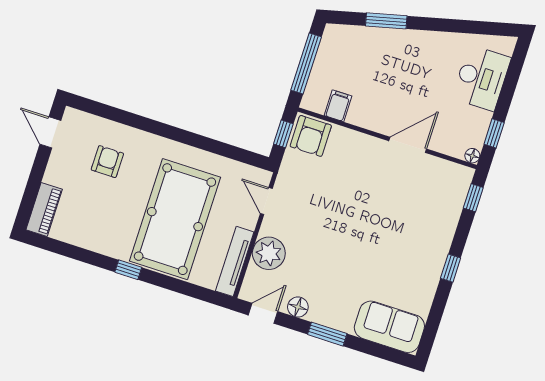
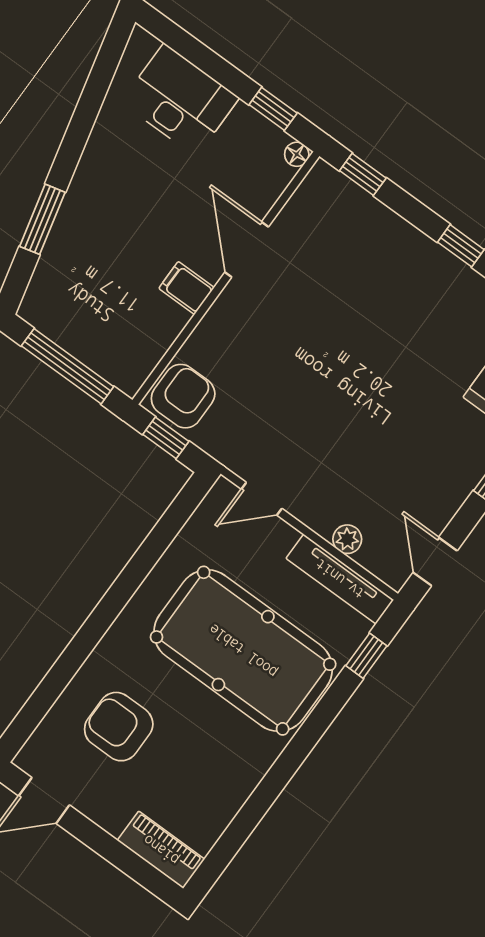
filing cabinet: (338, 106) -> (186, 288), moved
armchair: (311, 136) -> (183, 396), turned -90
armchair: (107, 162) -> (119, 727), width x1.38, depth x1.38
plant: (269, 253) -> (347, 539), width x0.53, depth x0.53
window: (128, 270) -> (366, 656), moved
floor lamp: (298, 307) -> (443, 504), removed

